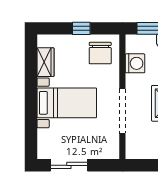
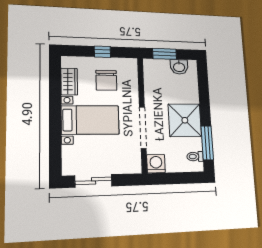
chair: (100, 53) -> (106, 80), moved
washing machine: (135, 63) -> (156, 164), moved, turned -90

